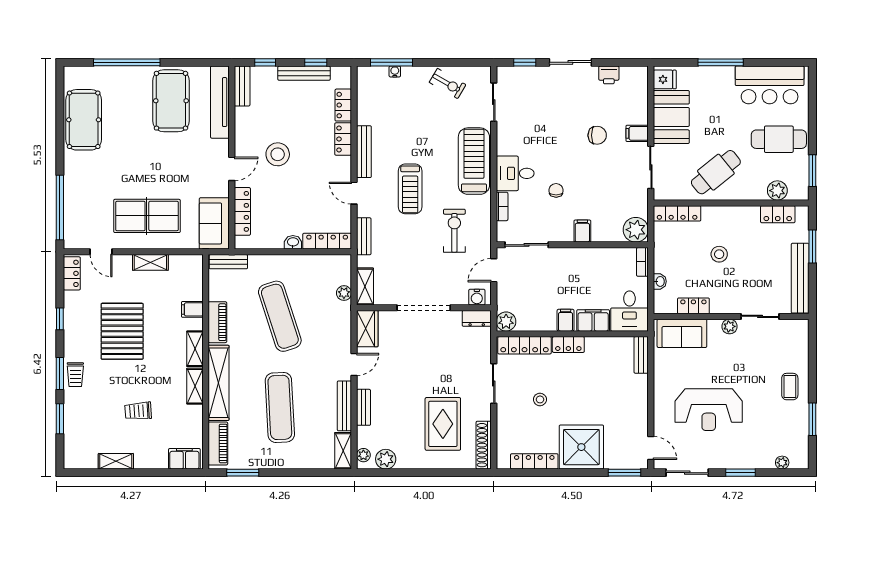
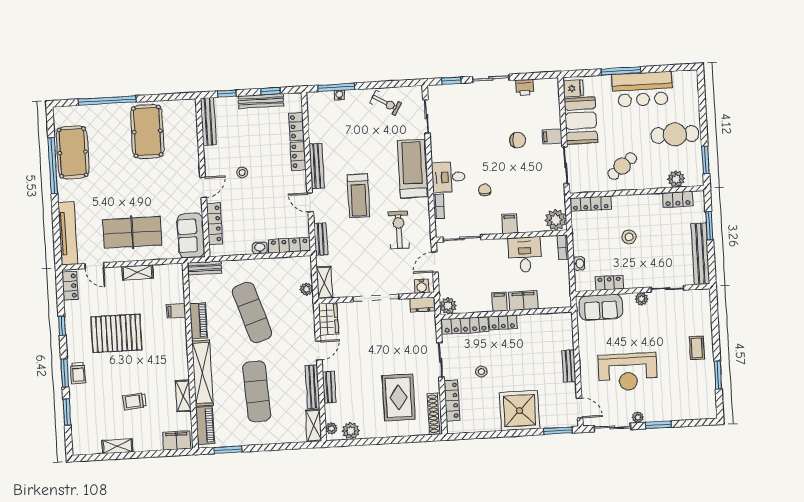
bar counter: (770, 85) -> (642, 89), moved
bench: (242, 86) -> (208, 122), width x1.36
tv unit: (220, 102) -> (68, 233), moved, turned 180
stool: (278, 154) -> (242, 172), width x0.53, depth x0.53
cafe table: (716, 172) -> (622, 166), width x0.73, depth x0.74
window: (60, 208) -> (53, 166), moved
desk: (629, 311) -> (525, 255), moved, turned 180
pallet: (122, 331) -> (116, 333), turned 90
shelving: (195, 349) -> (180, 345), removed
bench: (641, 355) -> (569, 366), moved
shelving: (195, 386) -> (183, 396), moved
locker: (534, 461) -> (452, 400), moved, turned 90
plant: (782, 463) -> (638, 417), moved

